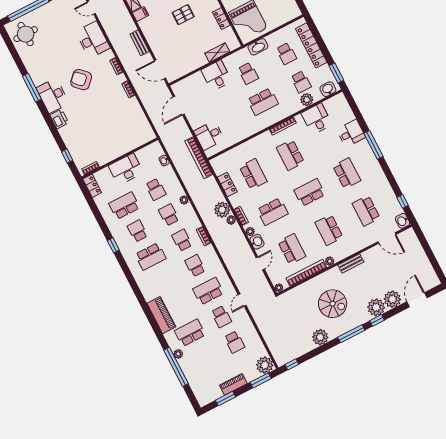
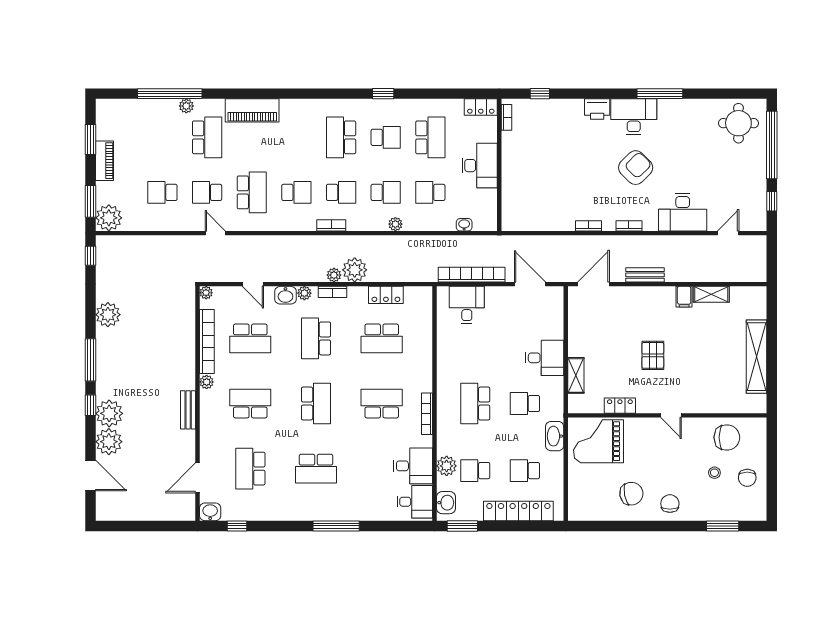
desk: (351, 133) -> (415, 502), moved, turned -90
bookcase: (199, 158) -> (472, 275), moved
school desk: (366, 211) -> (250, 469), turned -90
spiral stairs: (333, 304) -> (145, 356), removed

